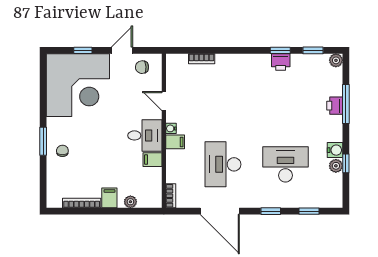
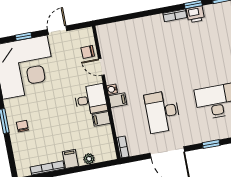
bookcase: (202, 59) -> (175, 15), moved
chair: (142, 67) -> (88, 52), moved

